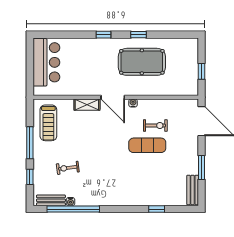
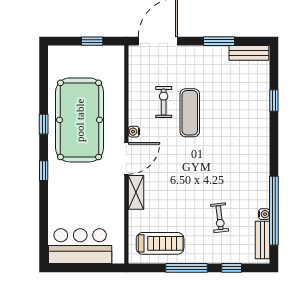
pool table: (142, 62) -> (80, 120), width x1.36, depth x1.32

